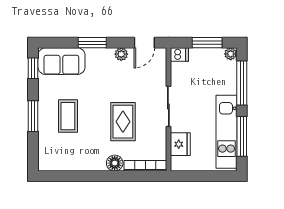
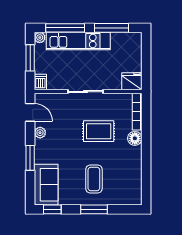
coffee table: (68, 116) -> (94, 179), turned 90
kitchen unit: (227, 132) -> (78, 41), moved
fridge: (180, 144) -> (132, 81), moved

